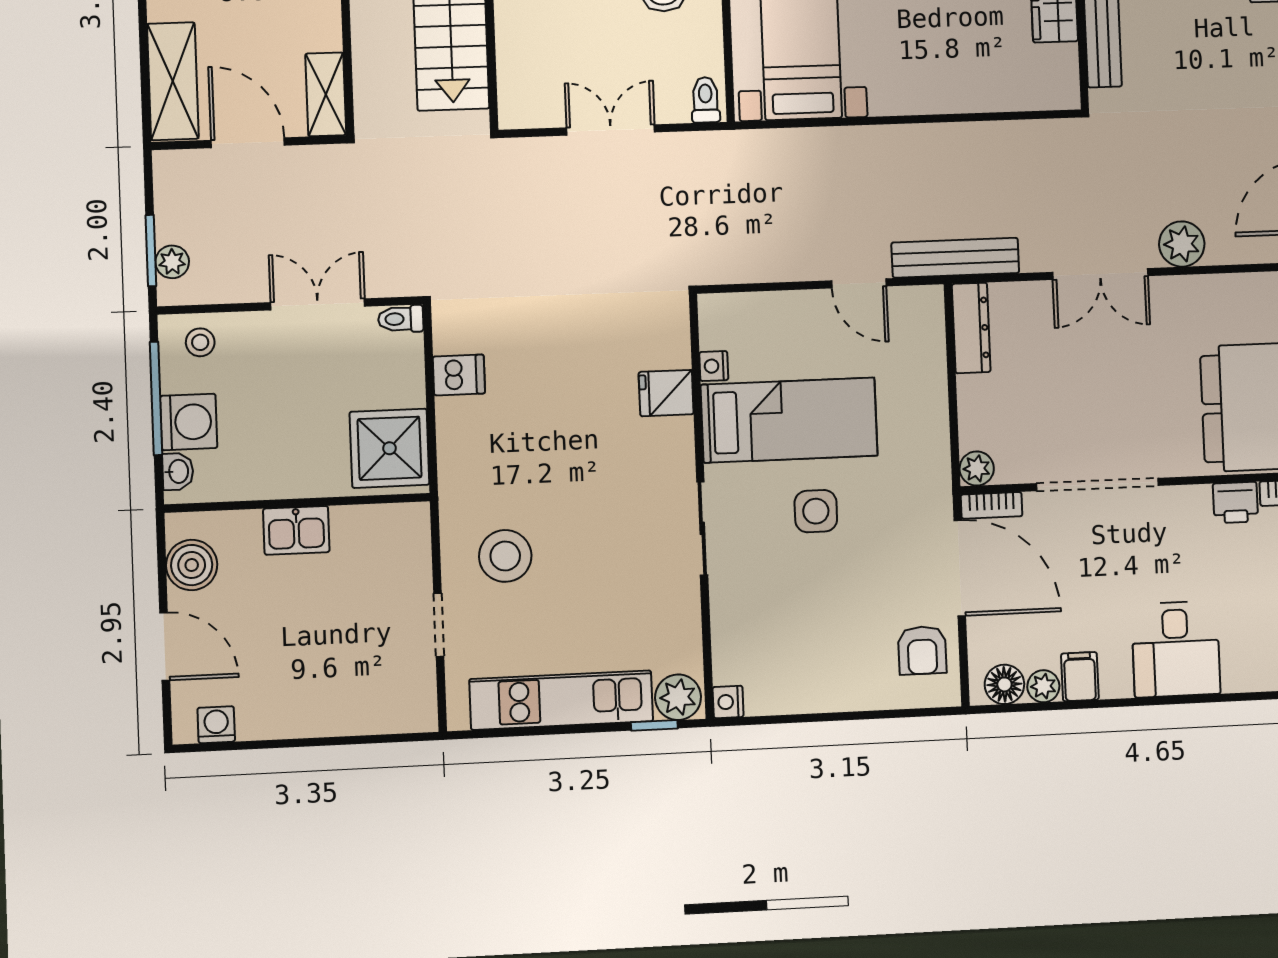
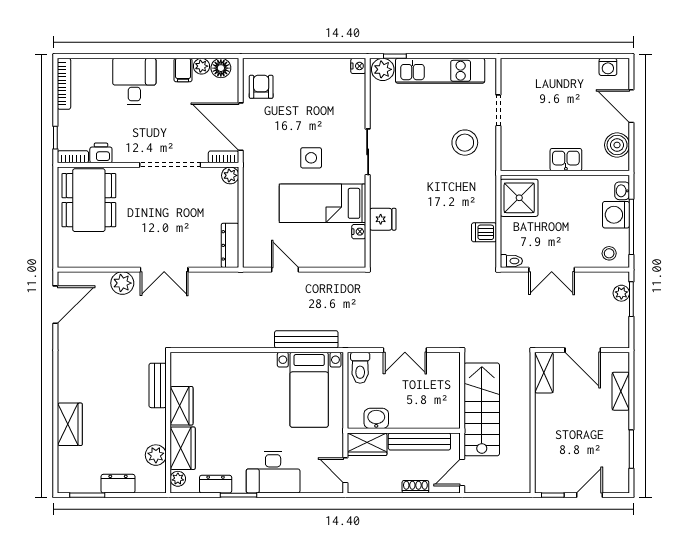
shelving: (173, 81) -> (621, 391), width x0.67, depth x0.75
toilet: (705, 100) -> (360, 368), width x1.37, depth x1.39
bench: (955, 258) -> (306, 339), moved
double door: (1100, 274) -> (164, 270), swing flipped

